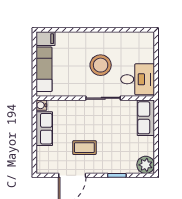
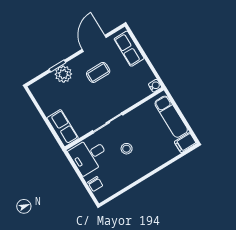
chair: (147, 51) -> (95, 184), added
stool: (101, 65) -> (127, 149), width x0.53, depth x0.53
row of seats: (44, 129) -> (129, 49), moved
plant: (146, 165) -> (63, 74), moved

